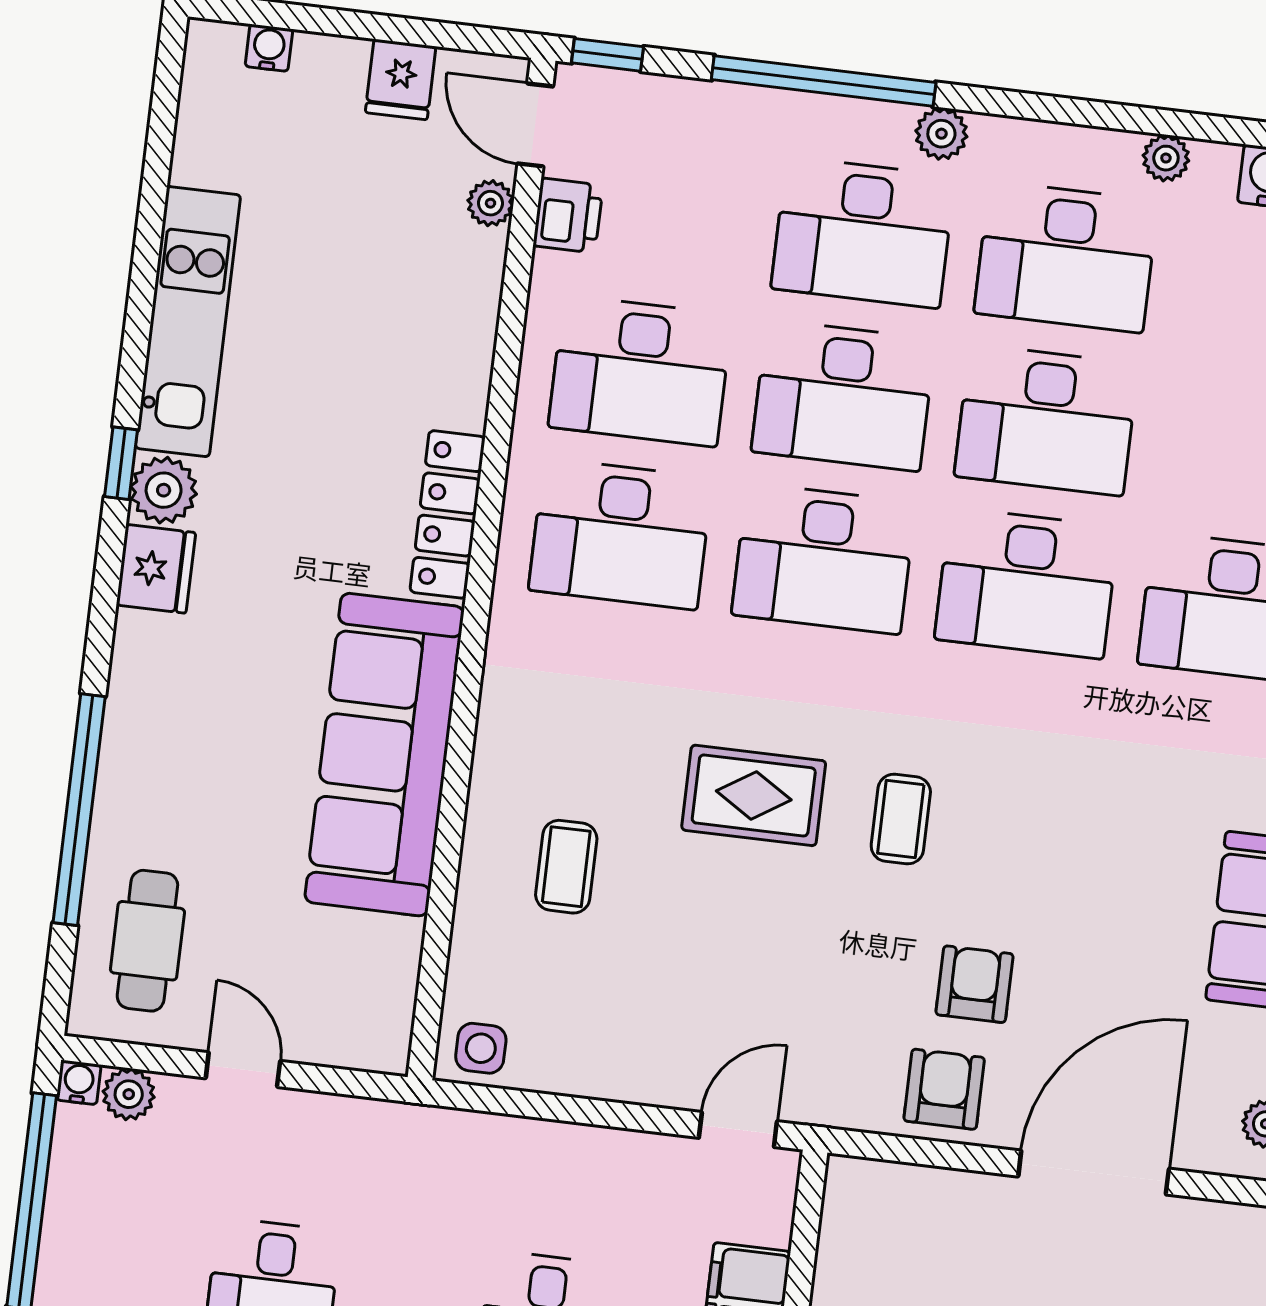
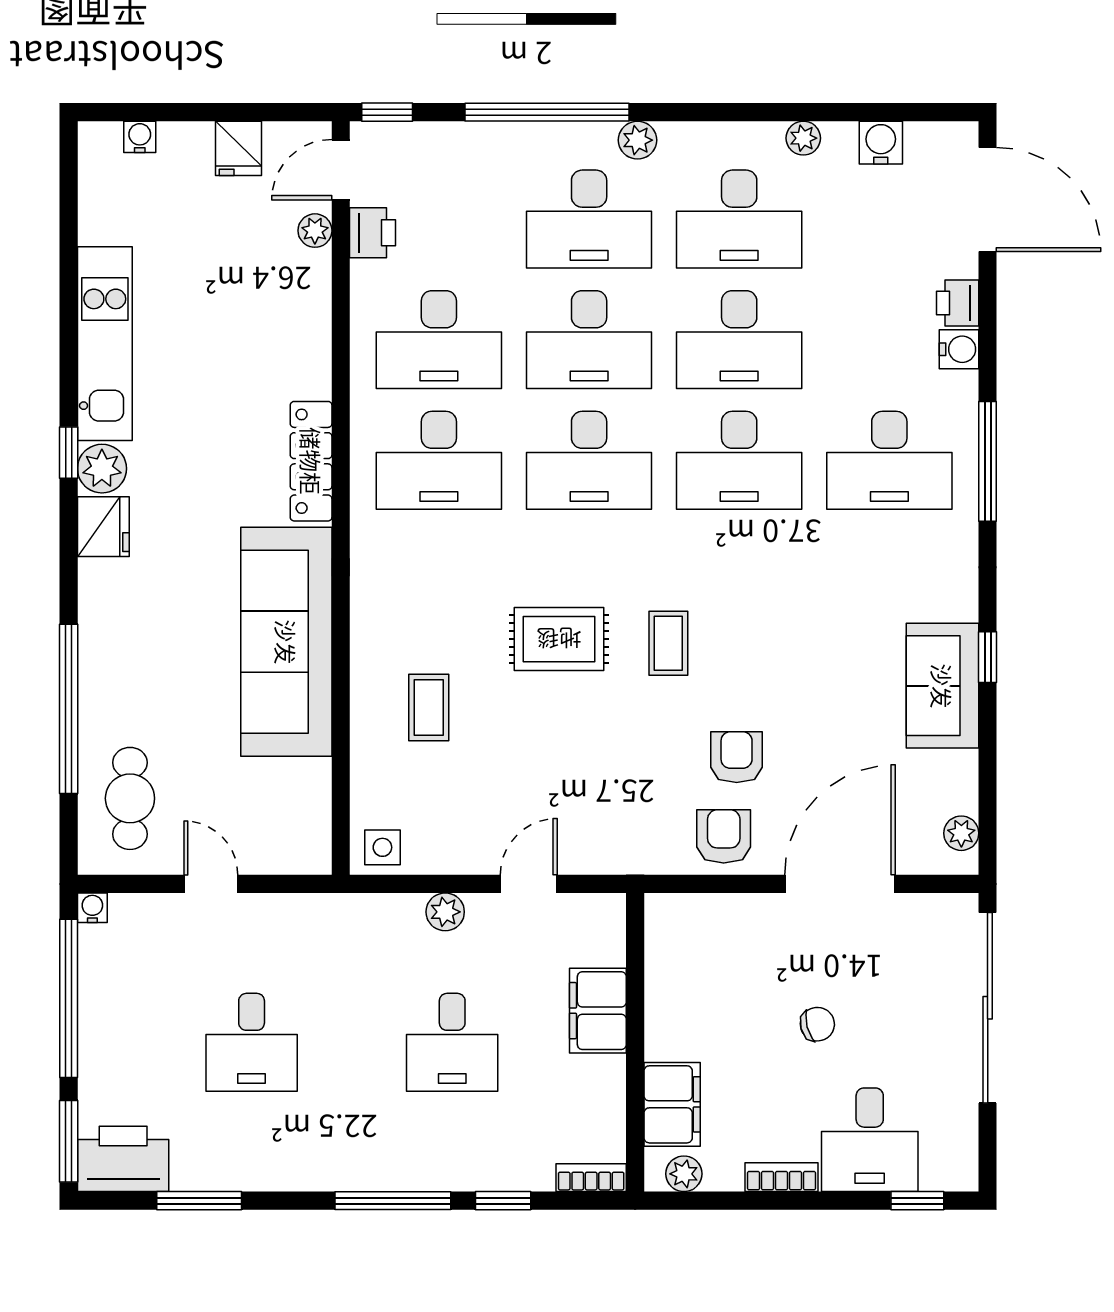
door: (535, 125) -> (341, 170), hinge flipped
plant: (129, 1094) -> (445, 912), moved
door: (738, 1130) -> (529, 884), moved

